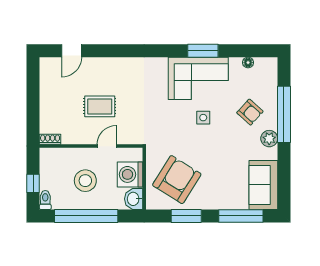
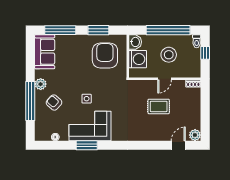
plant: (48, 65) -> (195, 135), added
door: (107, 146) -> (165, 79), moved
armchair: (177, 180) -> (105, 56), turned 148

